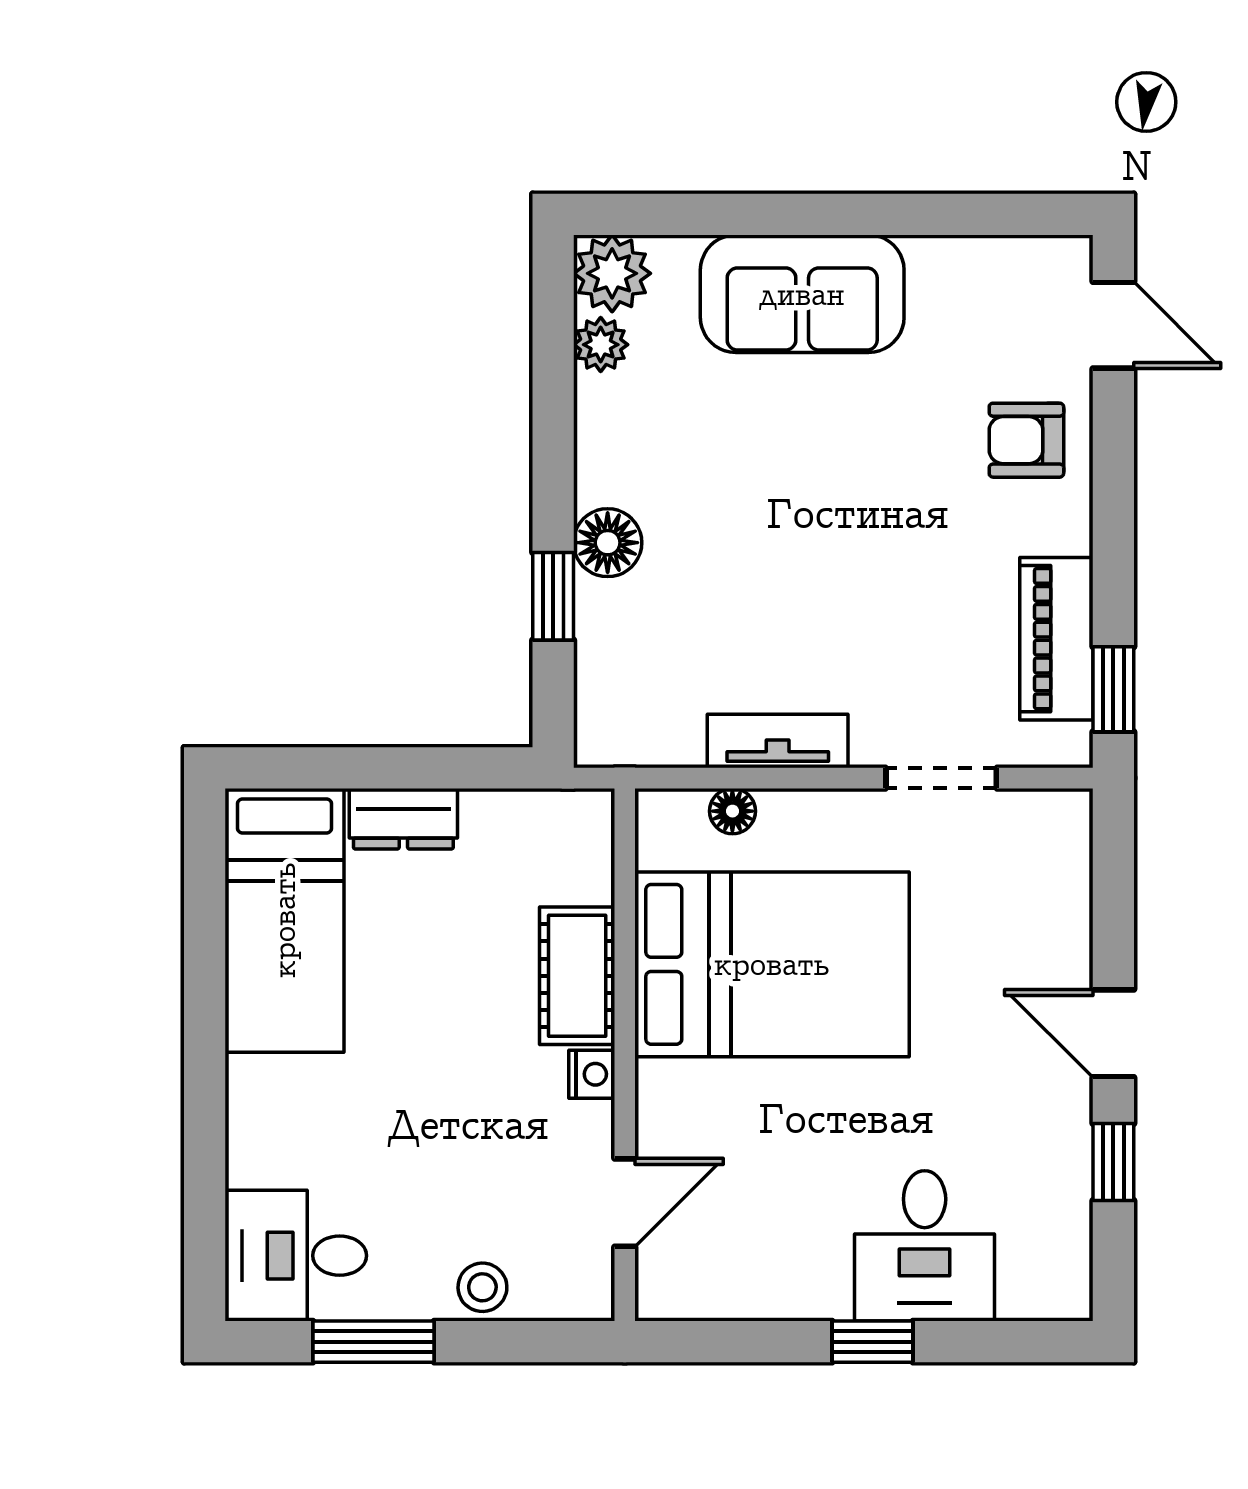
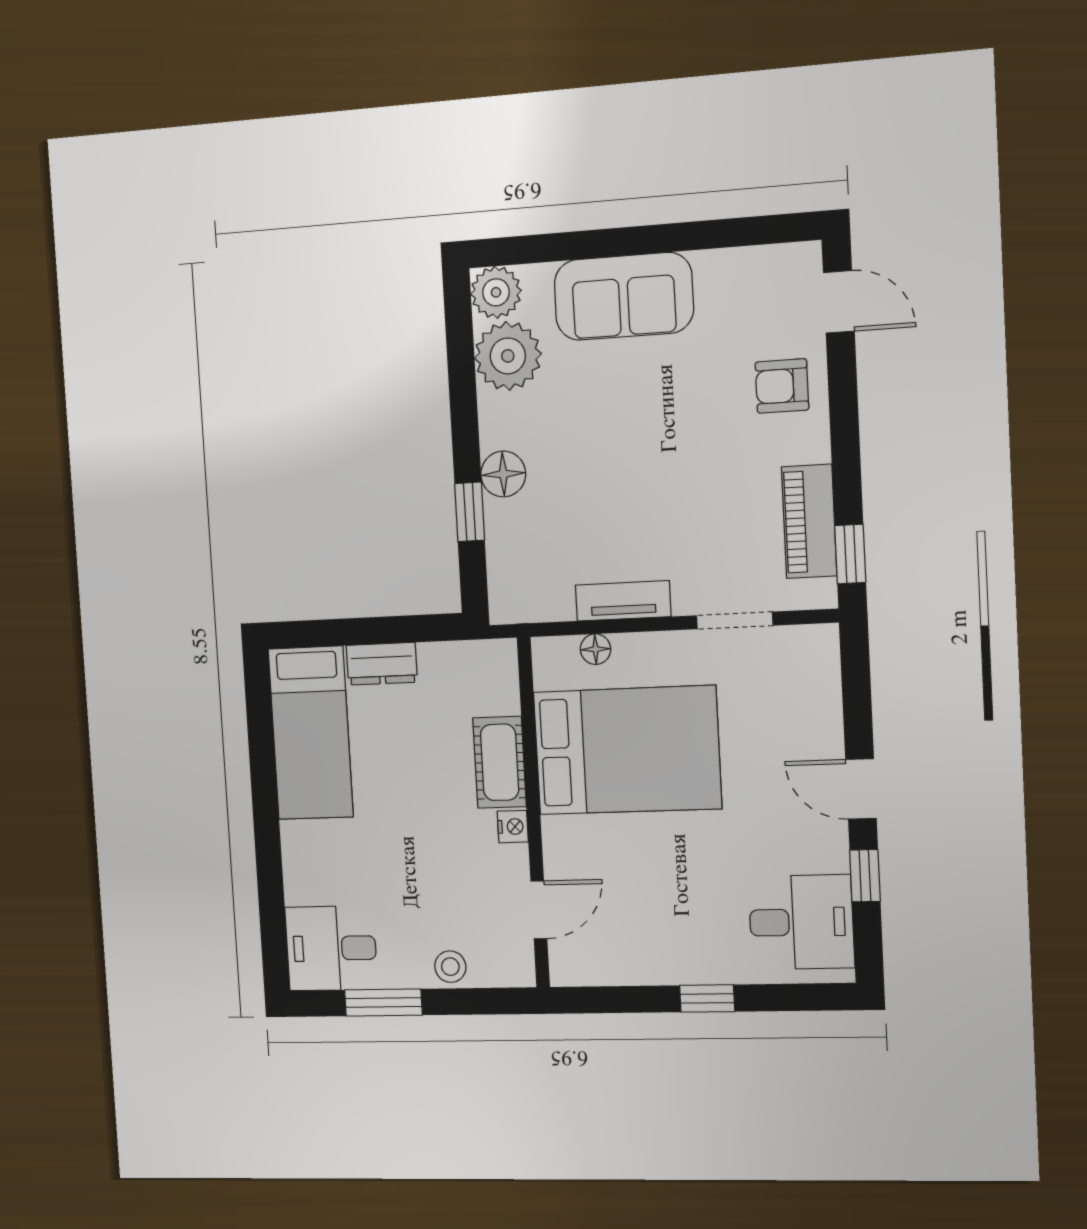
plant: (601, 345) -> (508, 356), width x1.87, depth x1.87
desk: (925, 1246) -> (801, 922), moved, turned -90

